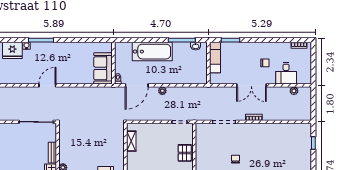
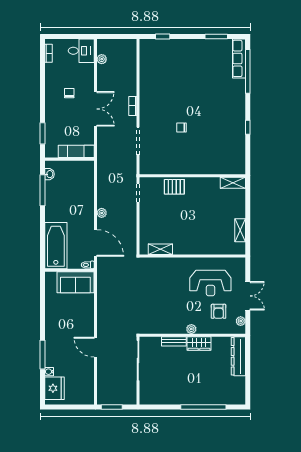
bathtub: (152, 52) -> (56, 246), moved
exam couch: (215, 57) -> (76, 151), moved
desk: (286, 73) -> (81, 51), moved

